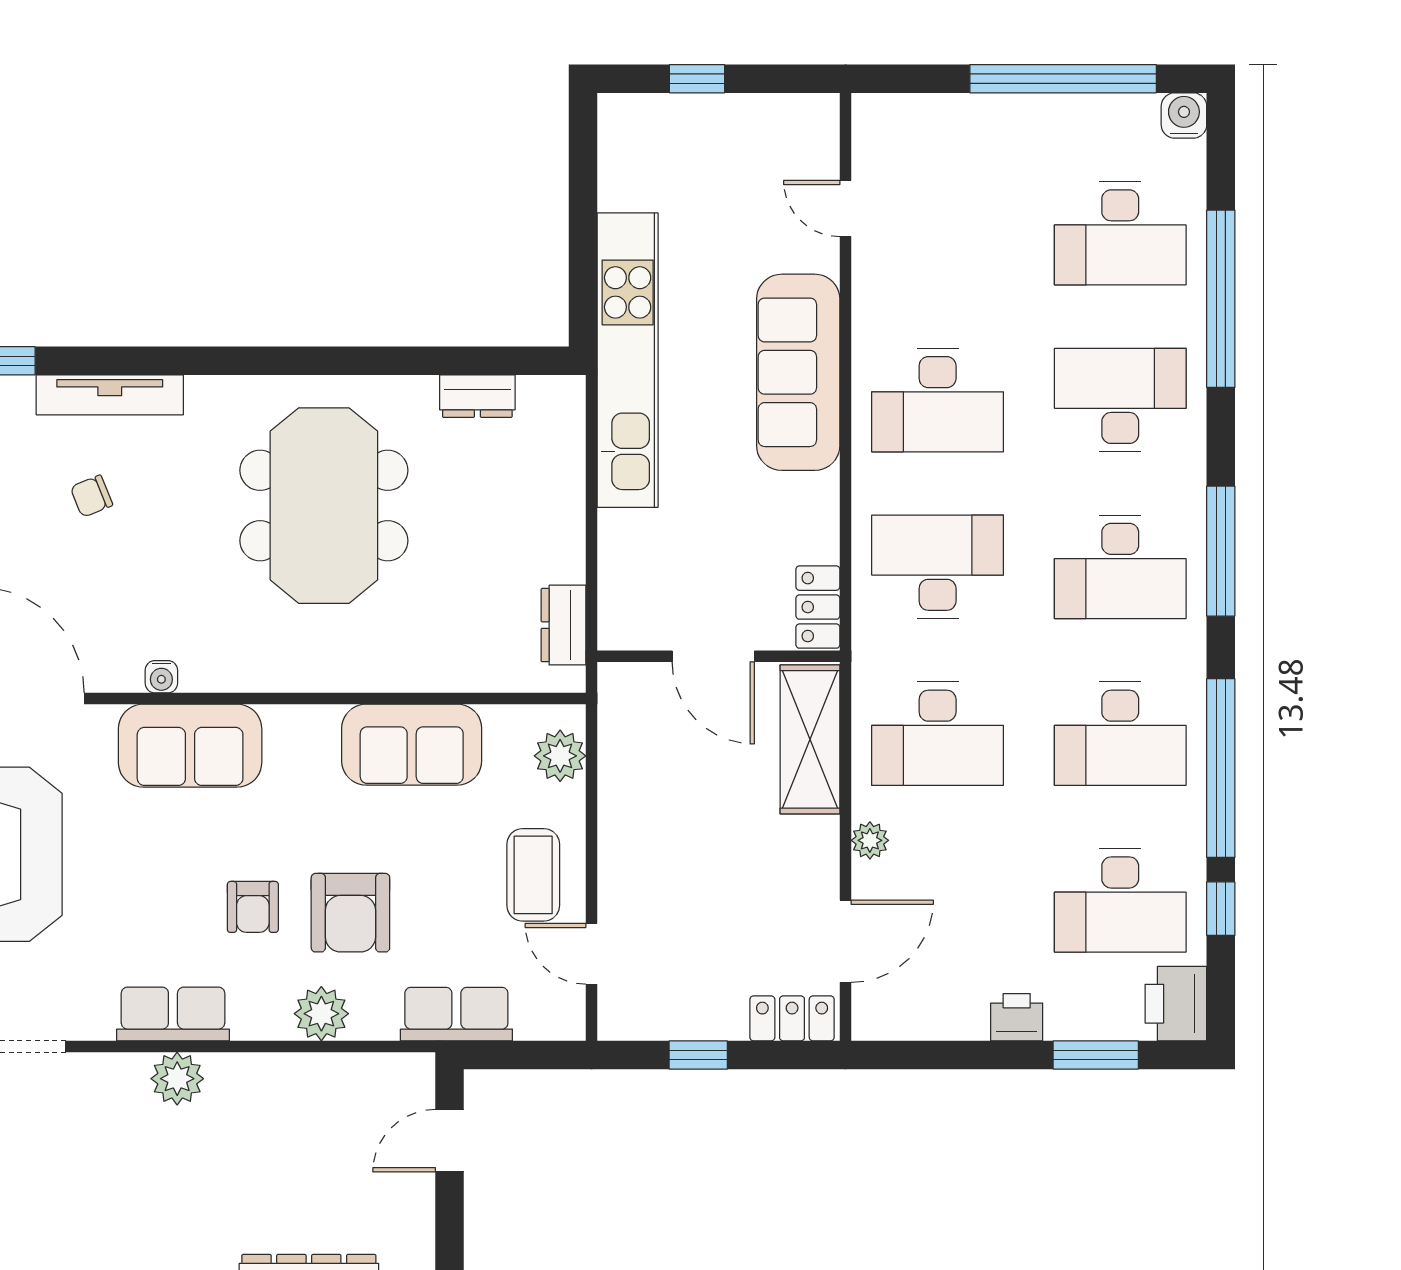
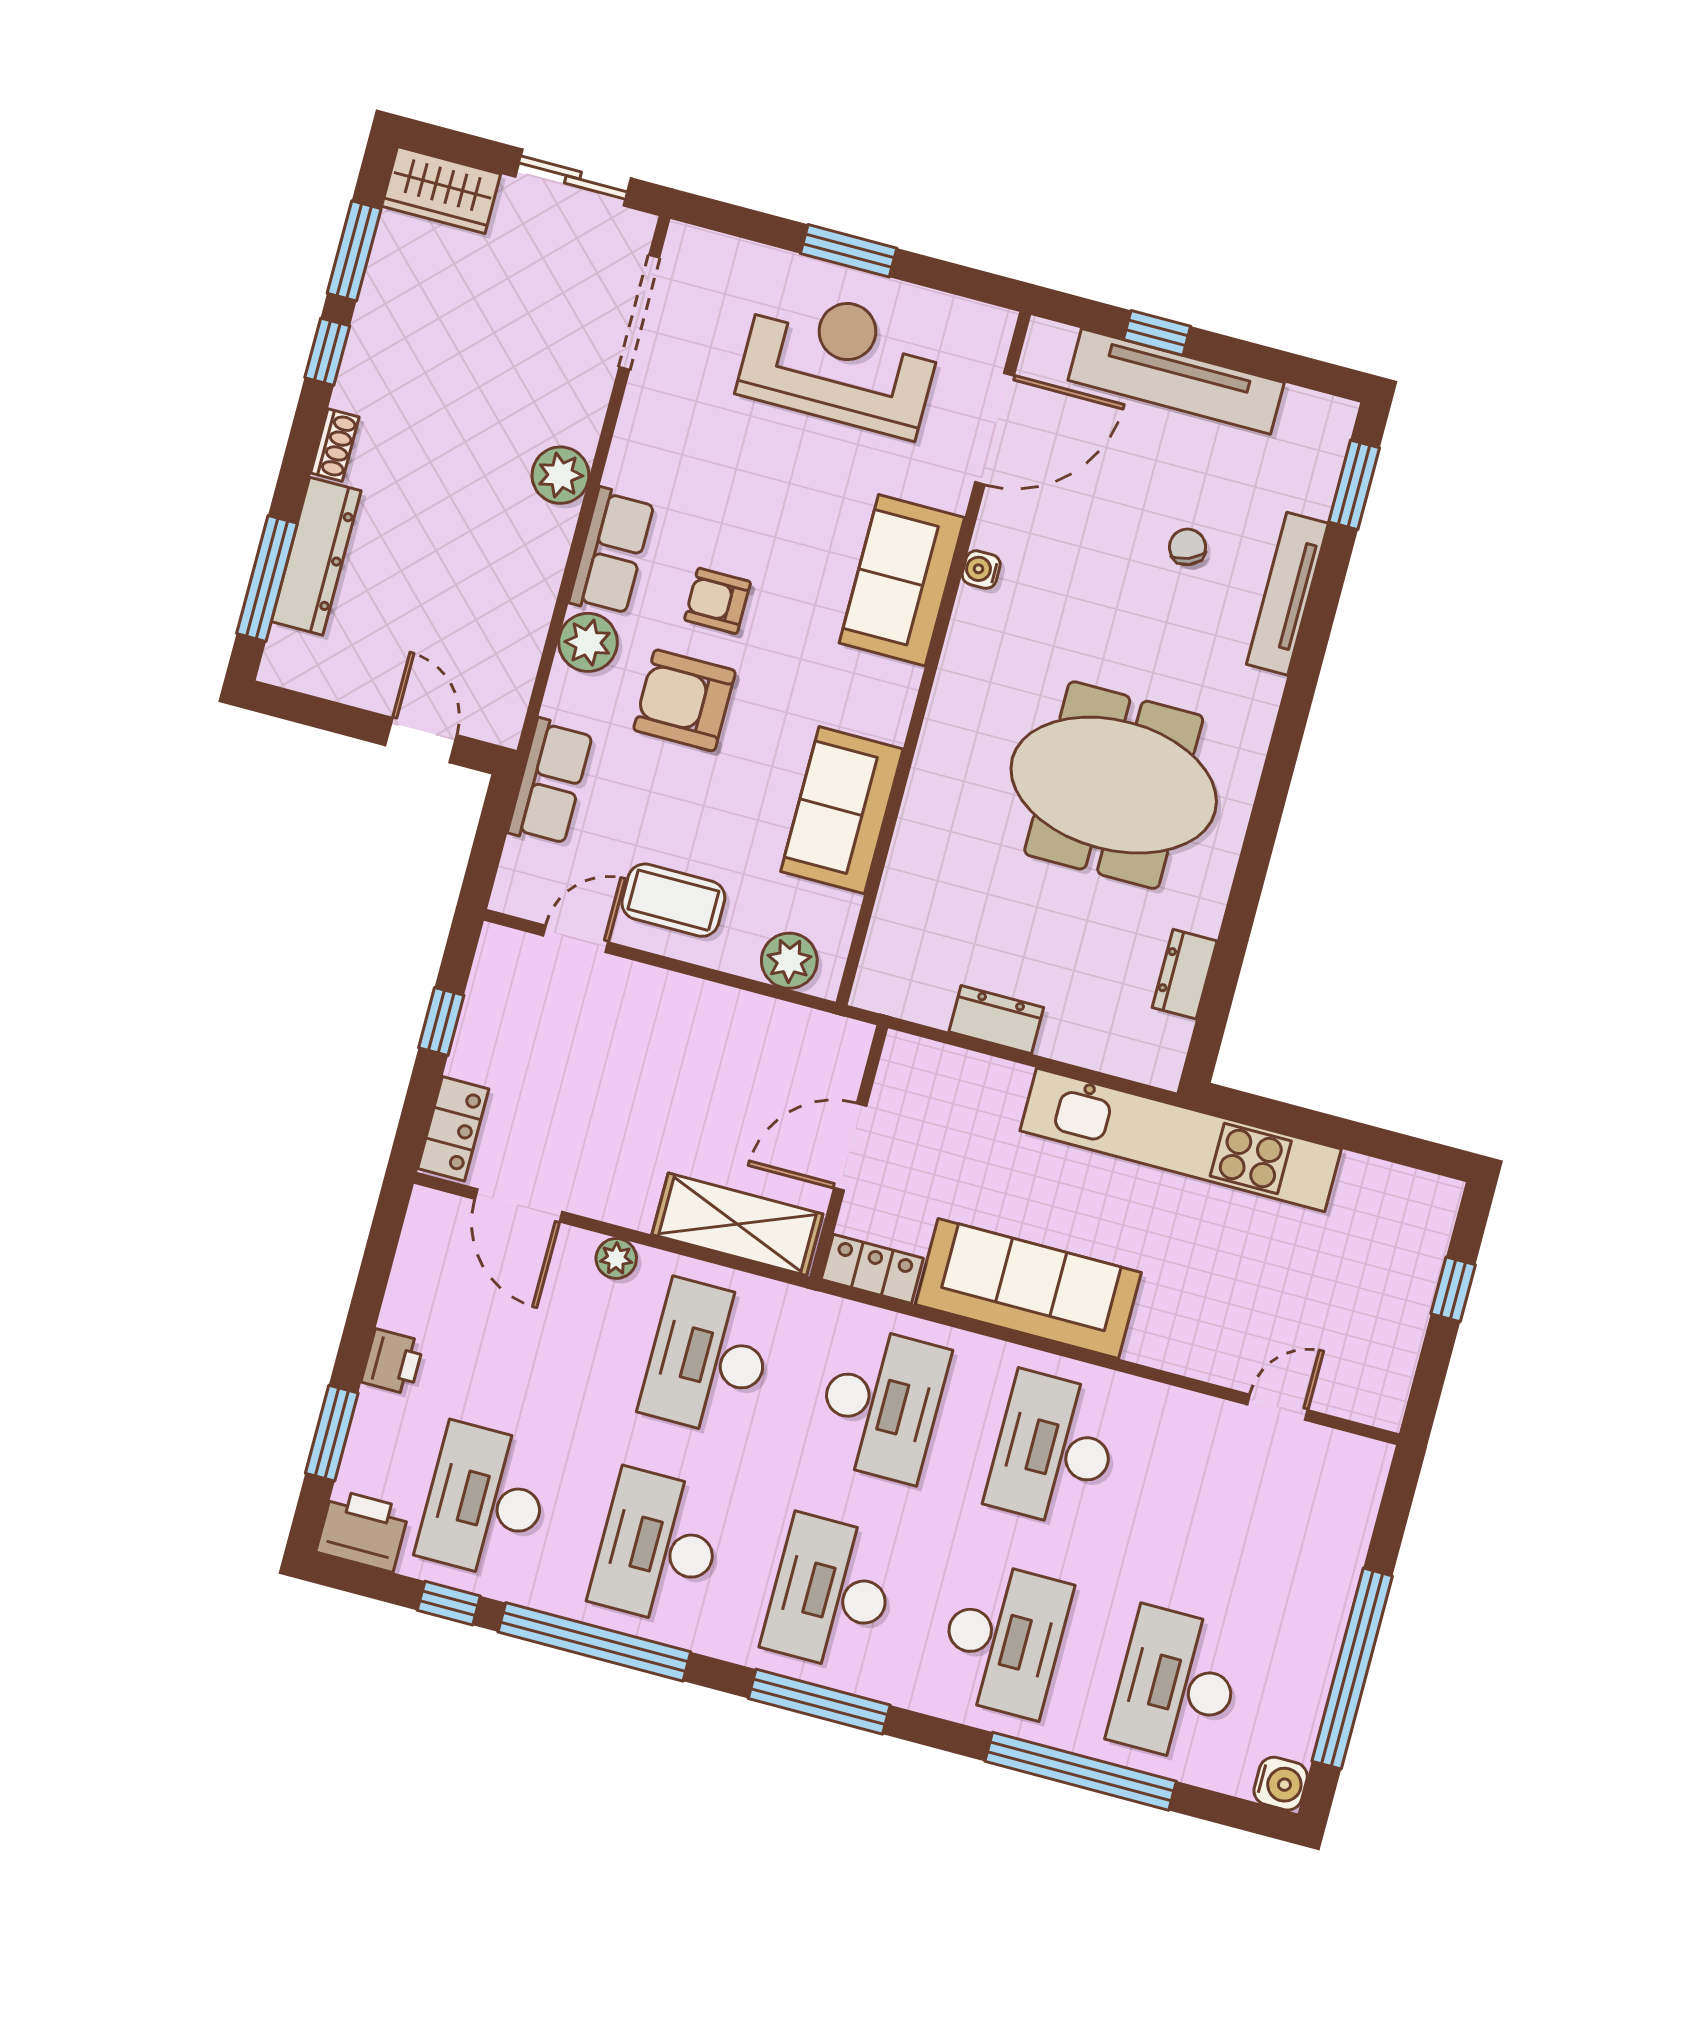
sofa: (798, 372) -> (1028, 1289), moved
dresser: (563, 625) -> (996, 1020), moved
row of seats: (173, 1014) -> (612, 552), moved

